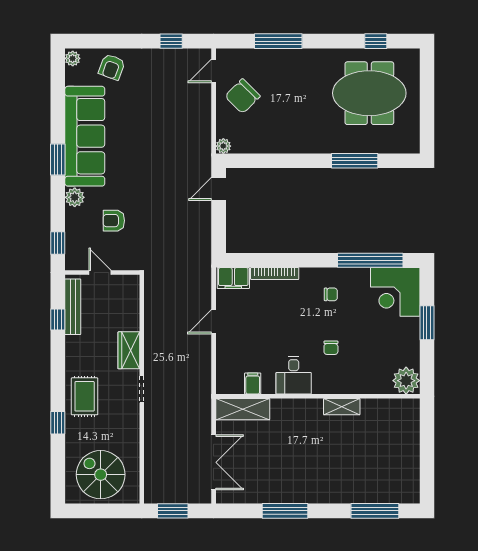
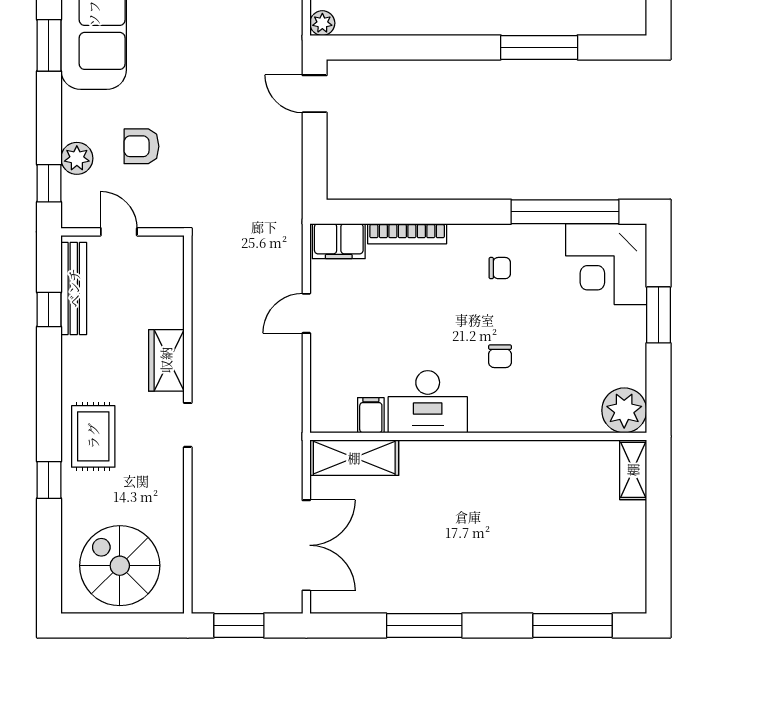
door: (219, 189) -> (315, 94), hinge flipped
plant: (75, 197) -> (77, 158), moved
desk: (294, 375) -> (428, 402), width x1.37
shelving: (342, 407) -> (633, 470), moved, turned 90

